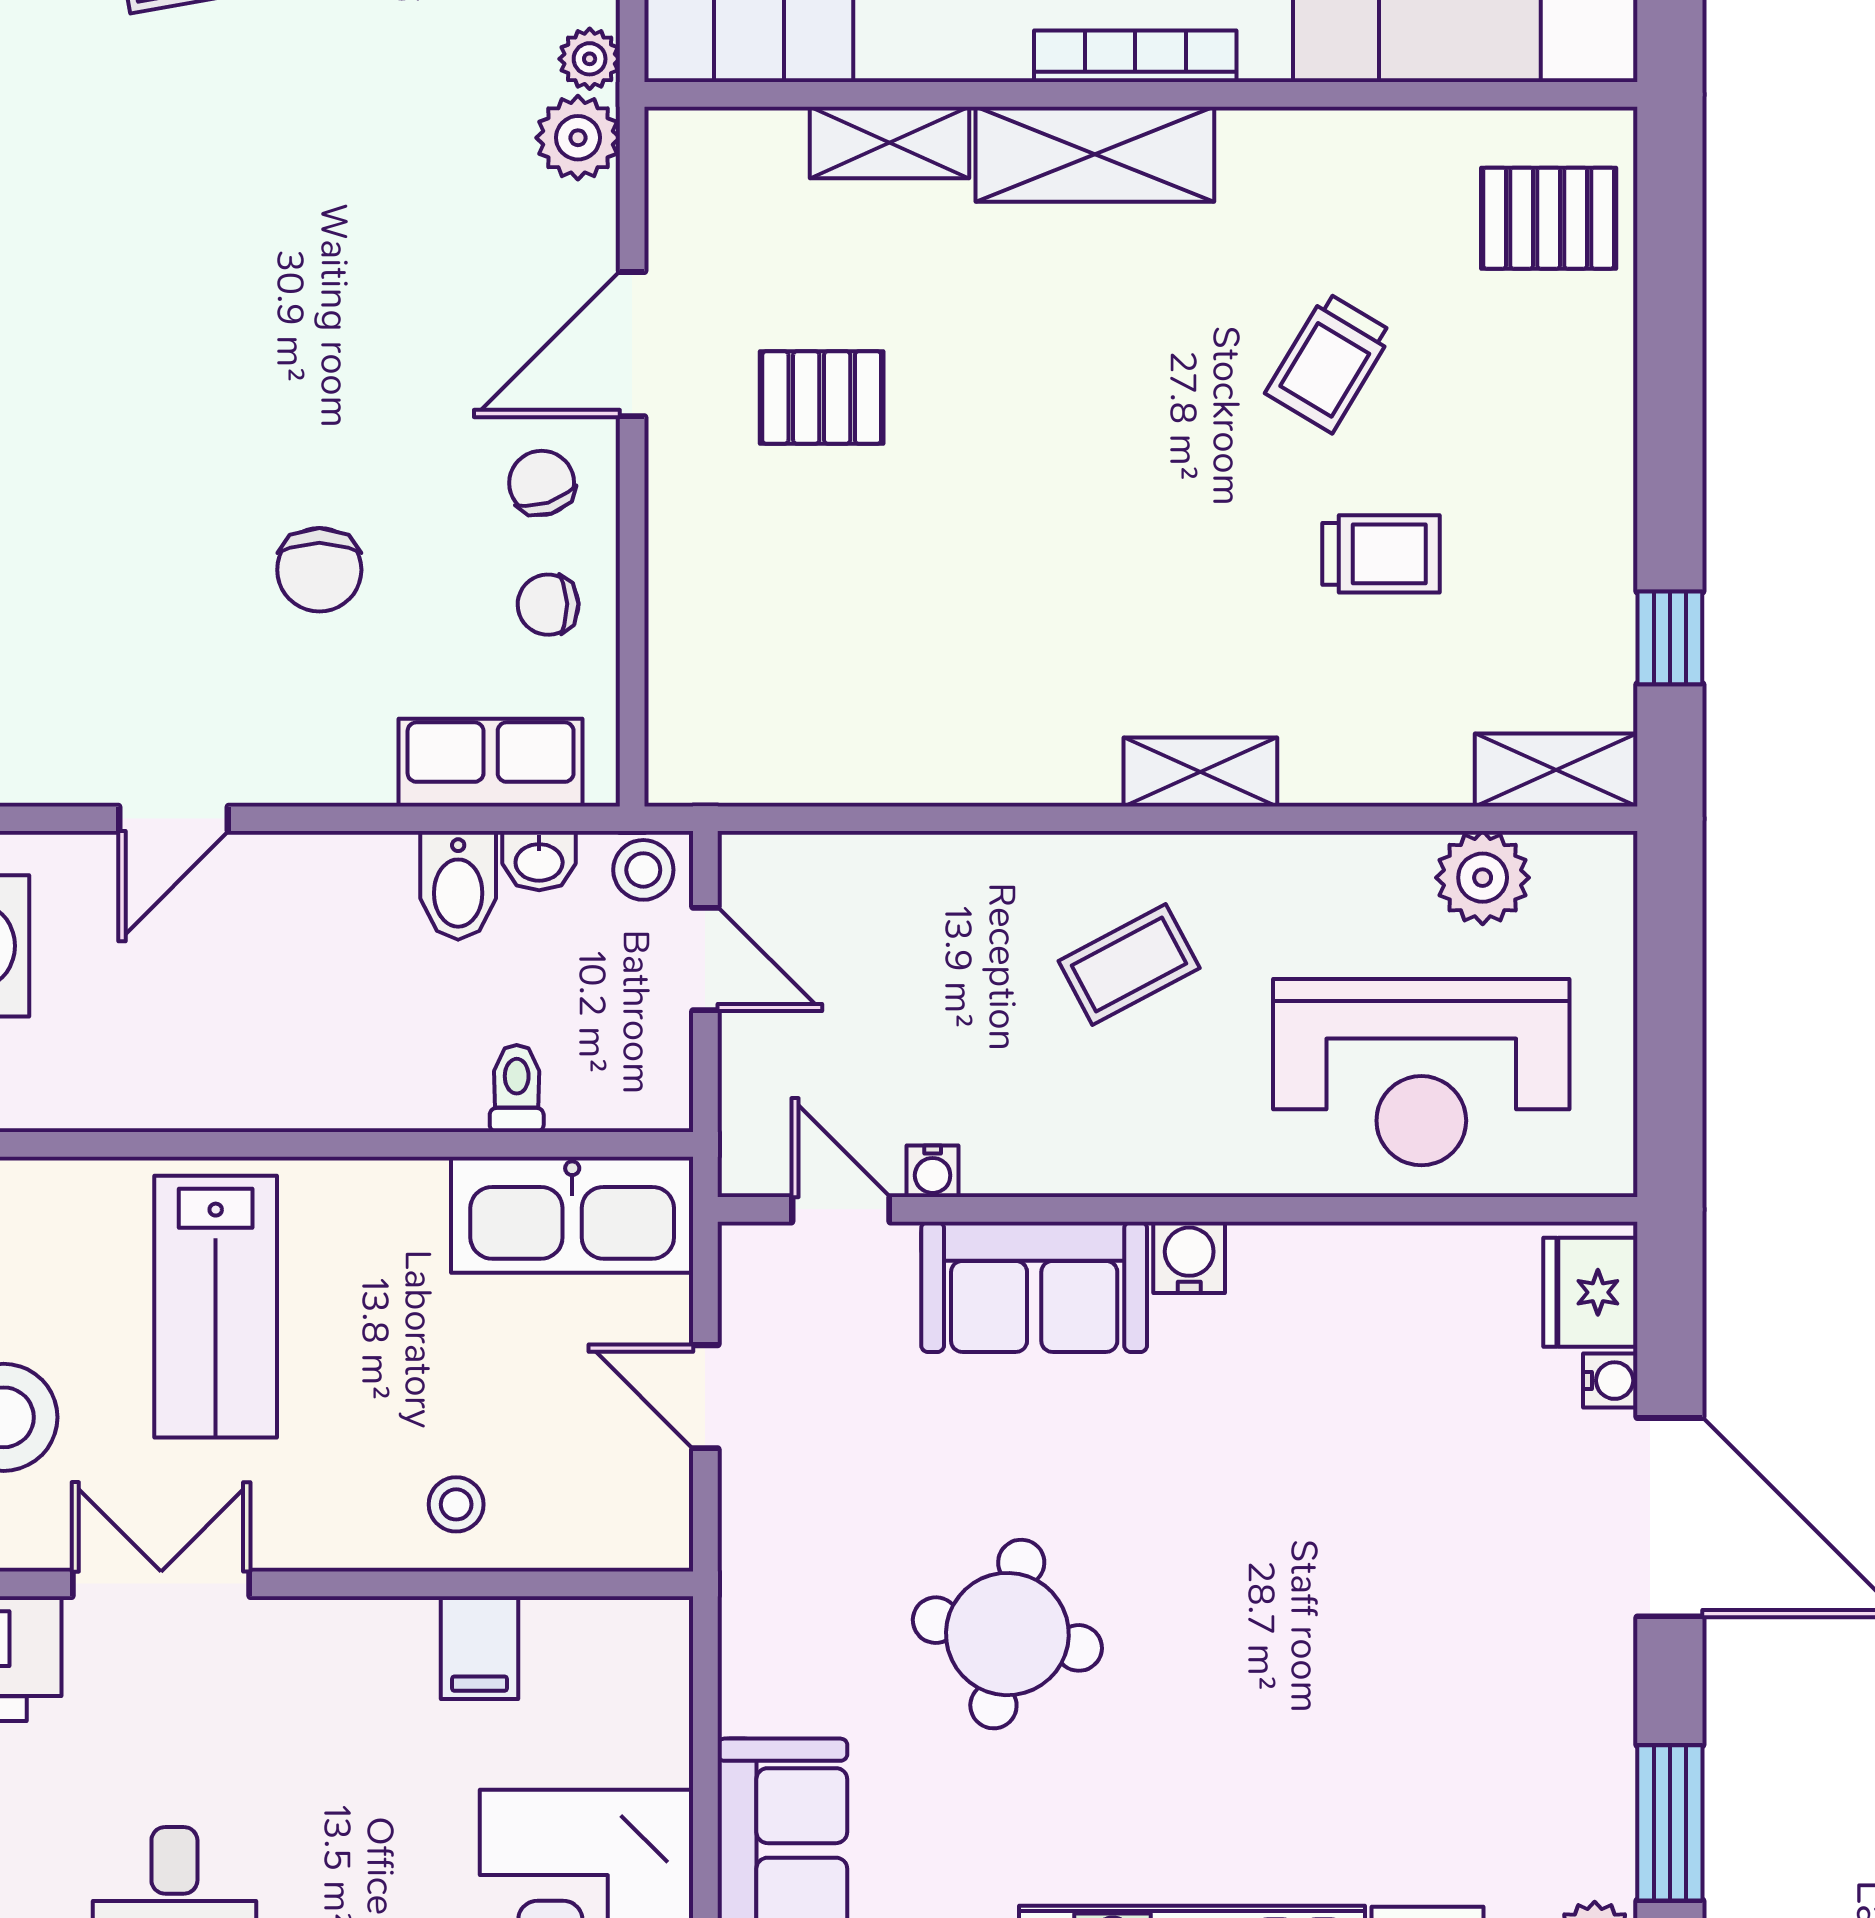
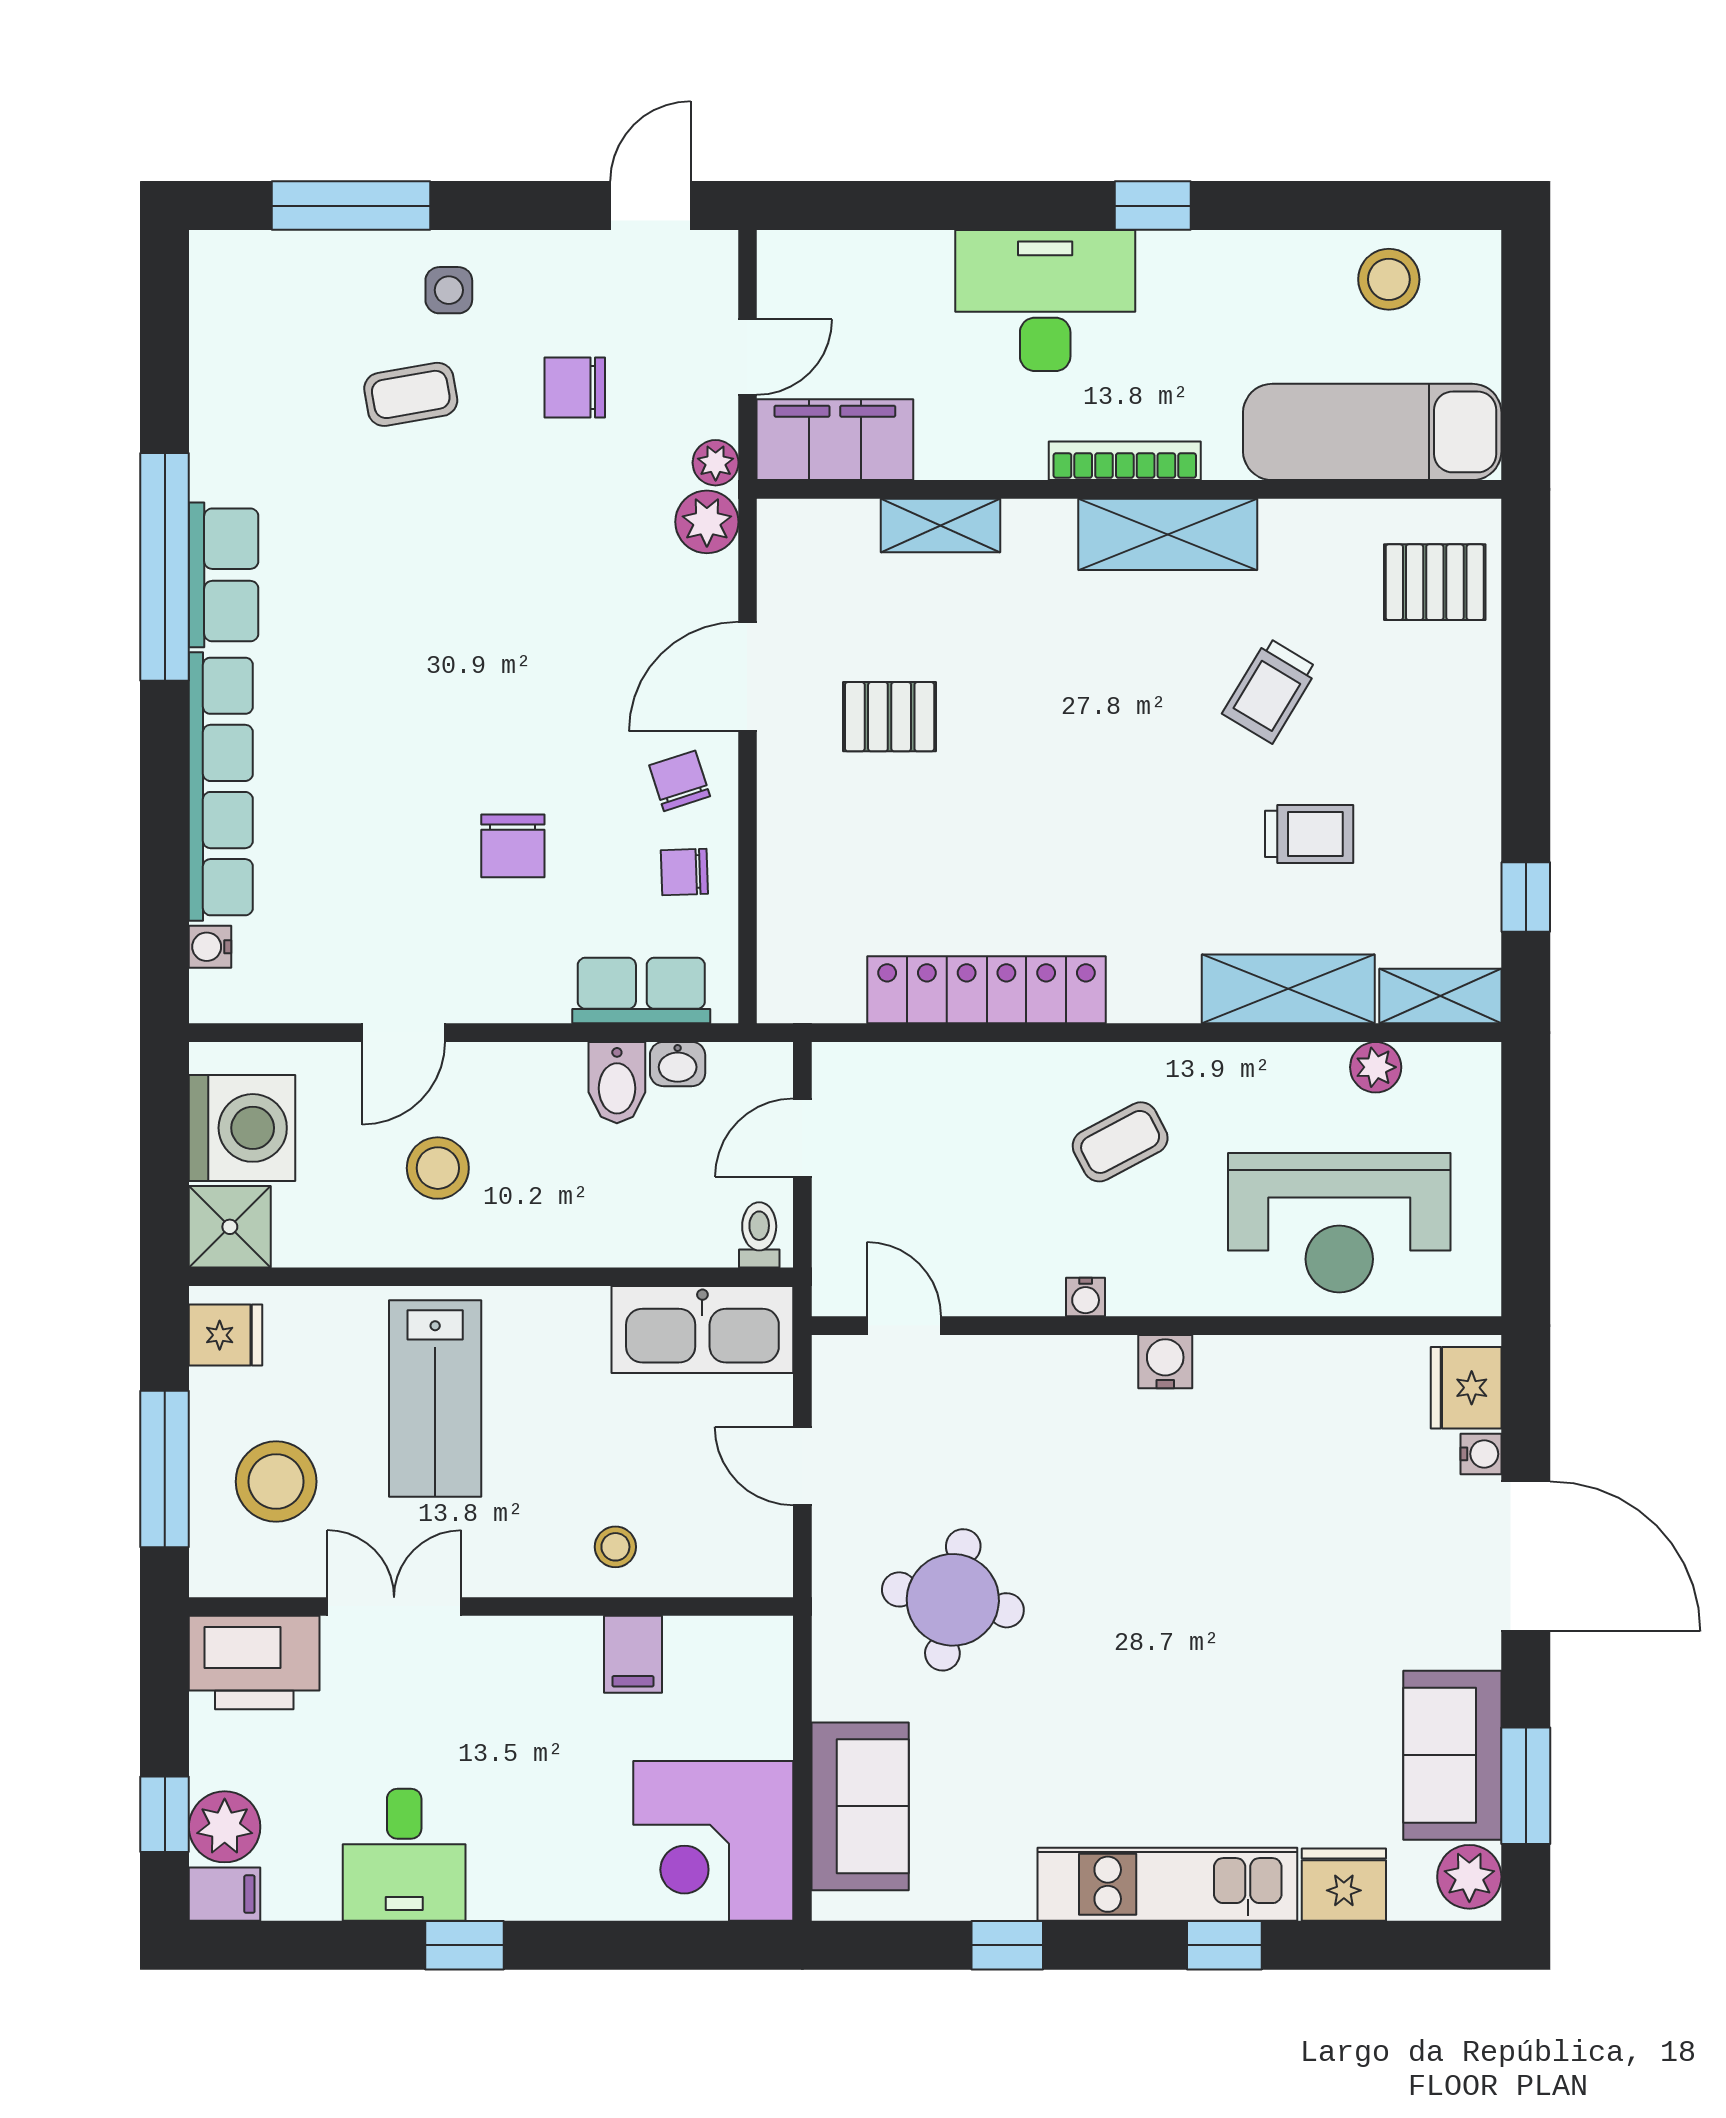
shelving: (1095, 154) -> (1168, 534), moved
locker: (951, 762) -> (987, 990), added
shelving: (1200, 772) -> (1288, 989), moved, width x1.50, depth x1.33
stool: (643, 870) -> (438, 1168), moved, width x1.37, depth x1.37
plant: (1483, 878) -> (1376, 1067), width x0.73, depth x0.73
door: (705, 959) -> (802, 1138), swing flipped
toilet: (517, 1088) -> (759, 1235), moved
water cooler: (933, 1171) -> (1086, 1297), moved
sofa: (1034, 1287) -> (1452, 1755), moved, turned 90
round table: (1007, 1634) -> (953, 1600), moved

